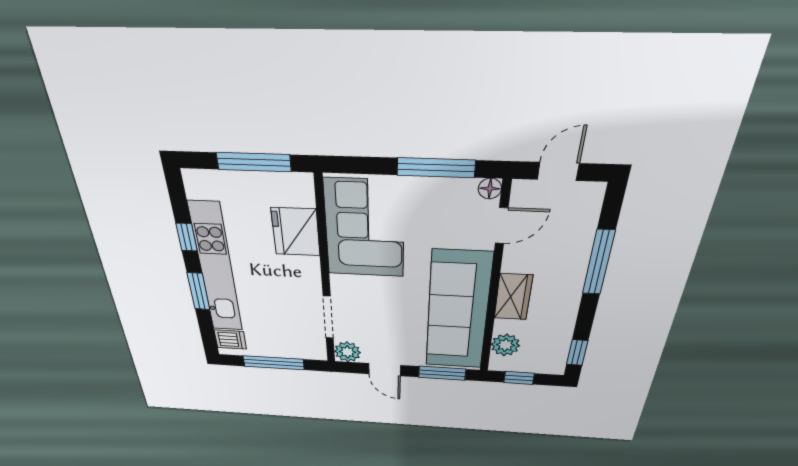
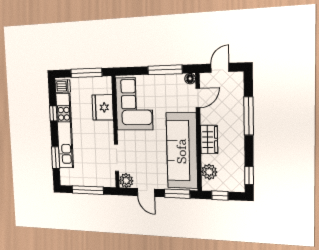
window: (199, 291) -> (56, 158), moved
dishwasher: (230, 340) -> (63, 86), moved

